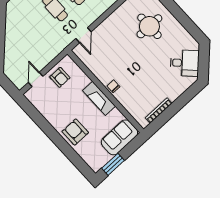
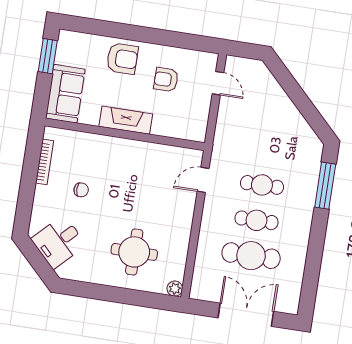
door: (84, 35) -> (203, 180), hinge flipped
armchair: (60, 77) -> (166, 80), moved
chair: (113, 86) -> (81, 190), moved

